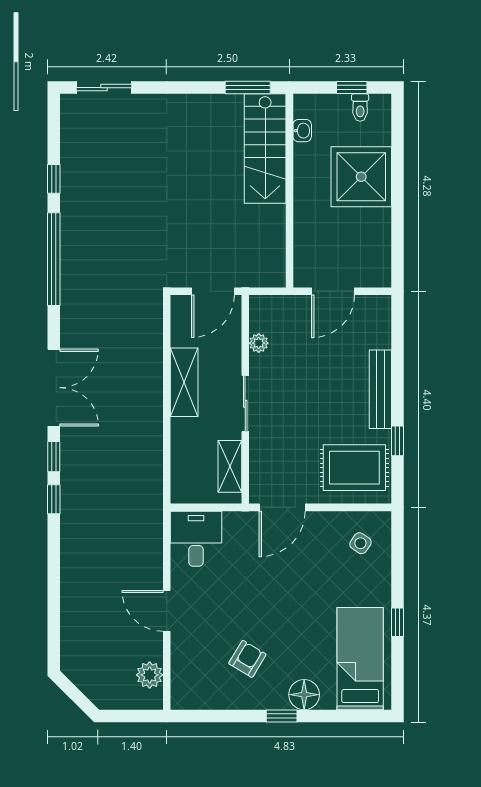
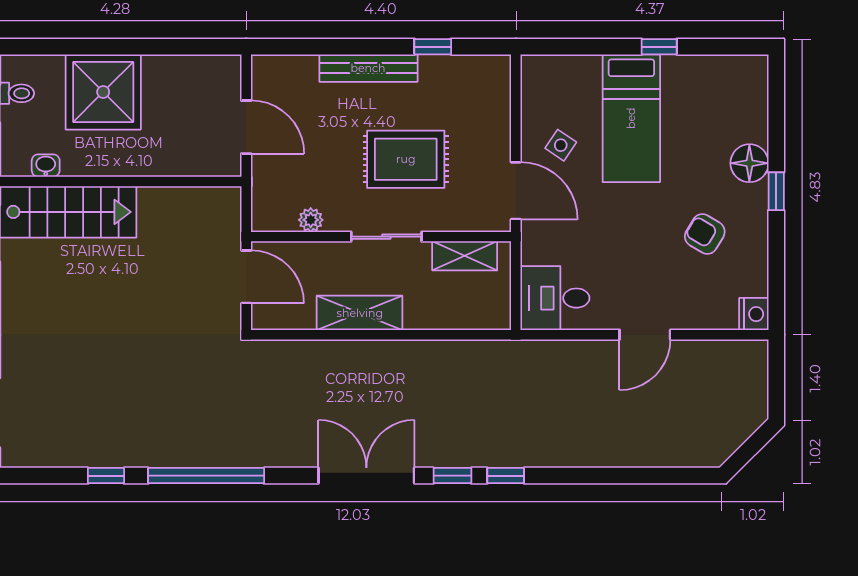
rug: (354, 468) -> (406, 159), moved, turned 90
side table: (360, 543) -> (561, 145), moved
bed: (360, 659) -> (631, 118), moved, turned -90
plant: (150, 675) -> (725, 356), removed
nightstand: (183, 698) -> (754, 314), added

